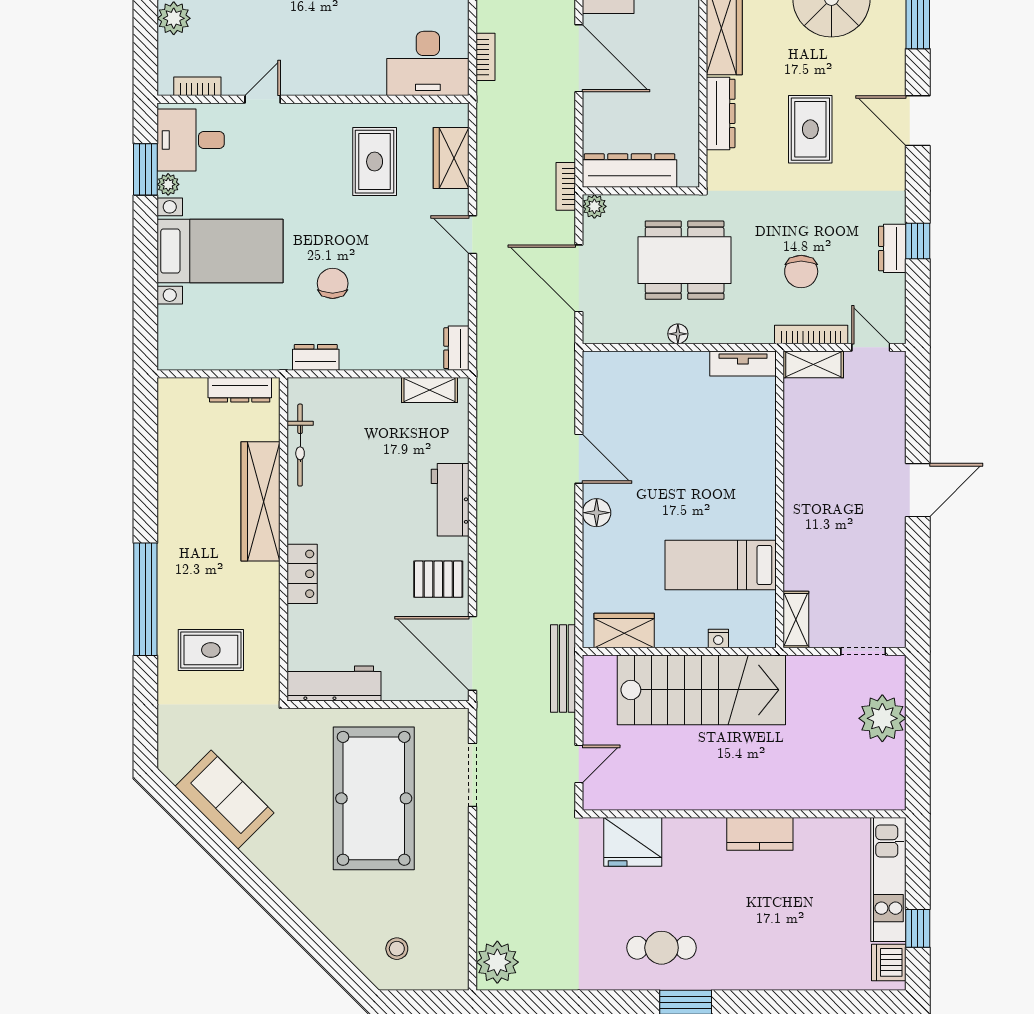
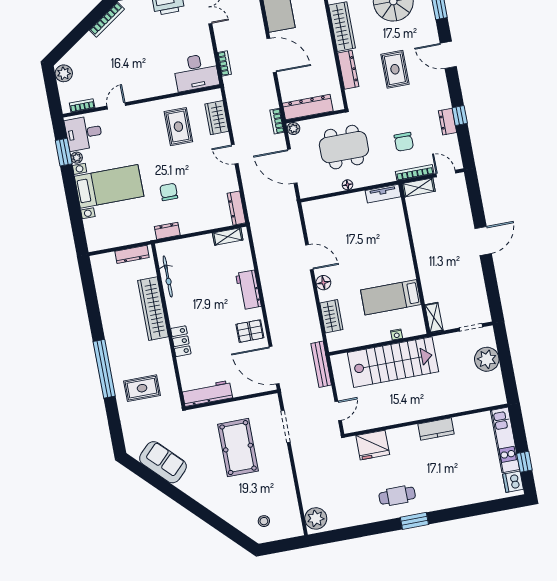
dresser: (456, 348) -> (236, 208), width x1.44
wardrobe: (624, 630) -> (331, 316), moved, turned 90
pool table: (374, 798) -> (238, 448), width x0.73, depth x0.76

